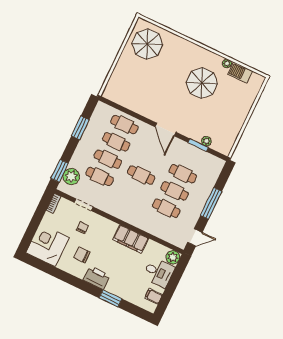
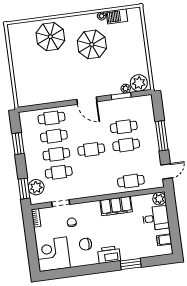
parasol: (147, 44) -> (50, 37), moved
plant: (221, 144) -> (139, 83), added
cafe table: (166, 208) -> (131, 181), moved

